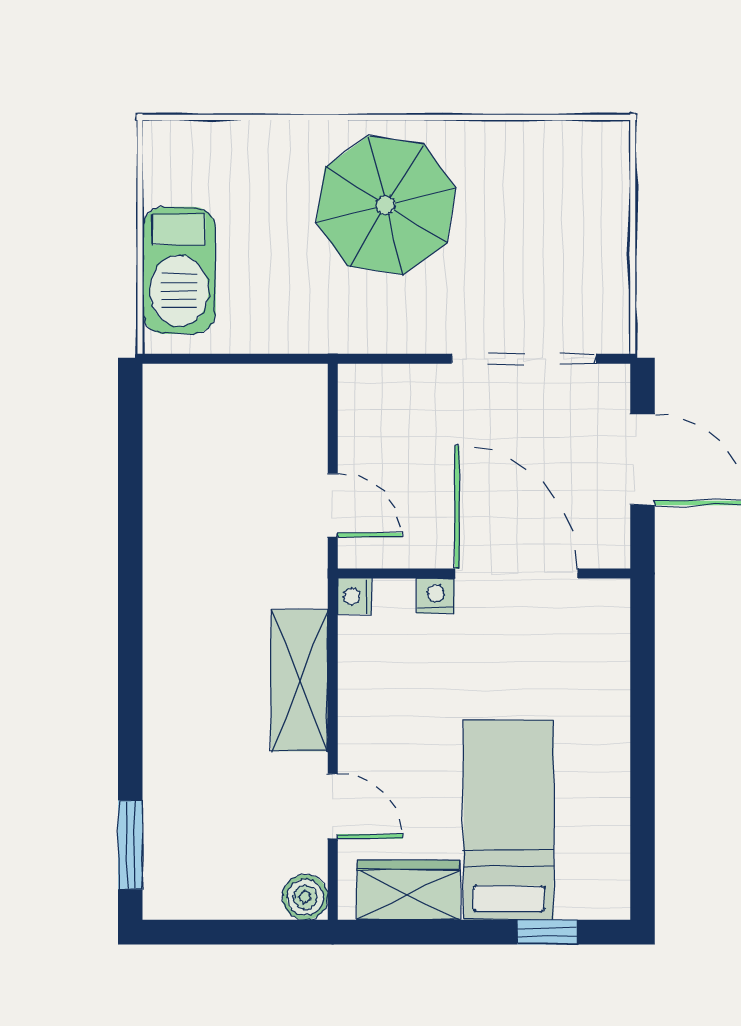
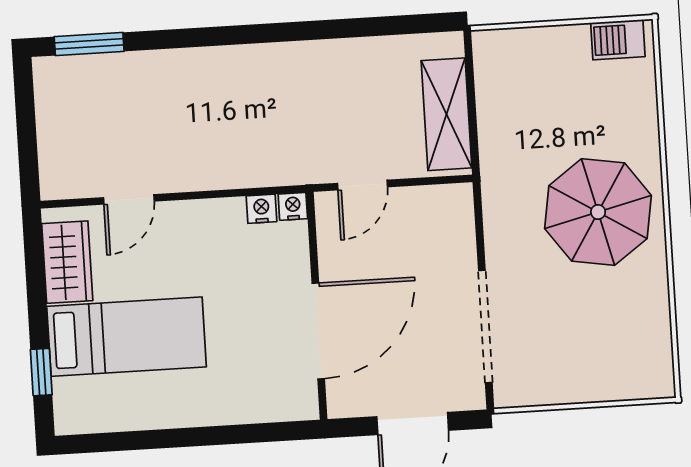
barbecue: (179, 270) -> (618, 40), moved, width x0.53, depth x0.65
nightstand: (436, 596) -> (261, 209), moved, turned -90
shelving: (299, 680) -> (446, 114), moved, turned 90
boiler: (305, 897) -> (57, 182), removed

